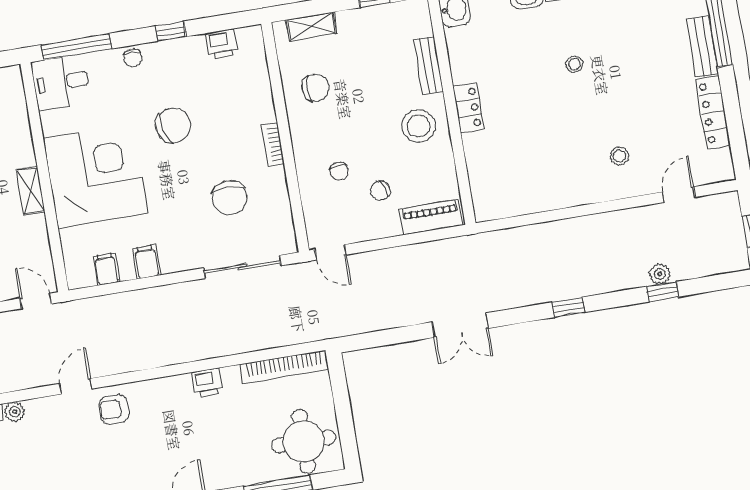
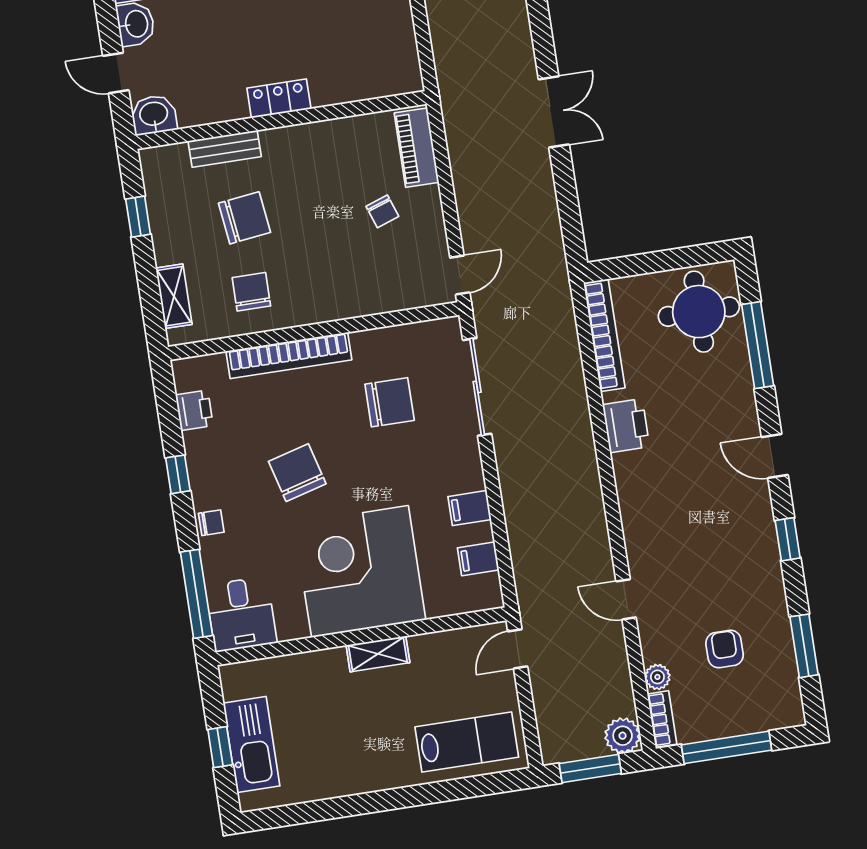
stool: (418, 126) -> (301, 162), removed
bookcase: (273, 145) -> (289, 355), width x2.31, depth x1.31
chair: (339, 171) -> (244, 218), moved, width x1.87, depth x1.87
printer: (207, 383) -> (626, 426), width x1.36, depth x1.24
armchair: (114, 409) -> (725, 649), moved, turned 180

